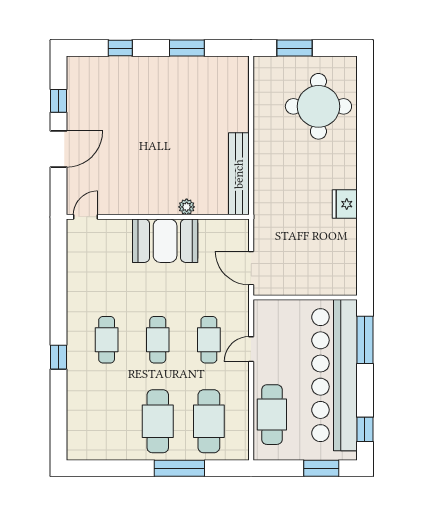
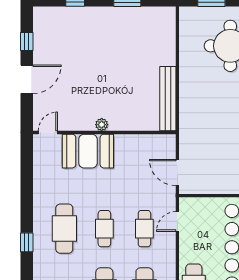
plant: (187, 207) -> (102, 125), moved
booth: (165, 241) -> (88, 151), moved
cafe table: (107, 340) -> (64, 229), width x1.37, depth x1.35
door: (251, 349) -> (177, 221), moved

